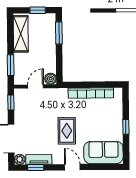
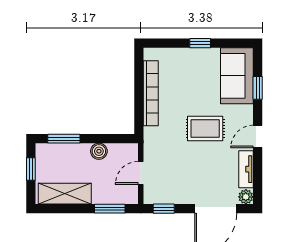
boiler: (51, 79) -> (99, 151), moved
door: (36, 86) -> (141, 173), hinge flipped
window: (36, 167) -> (258, 88), moved
door: (72, 167) -> (258, 136), moved

